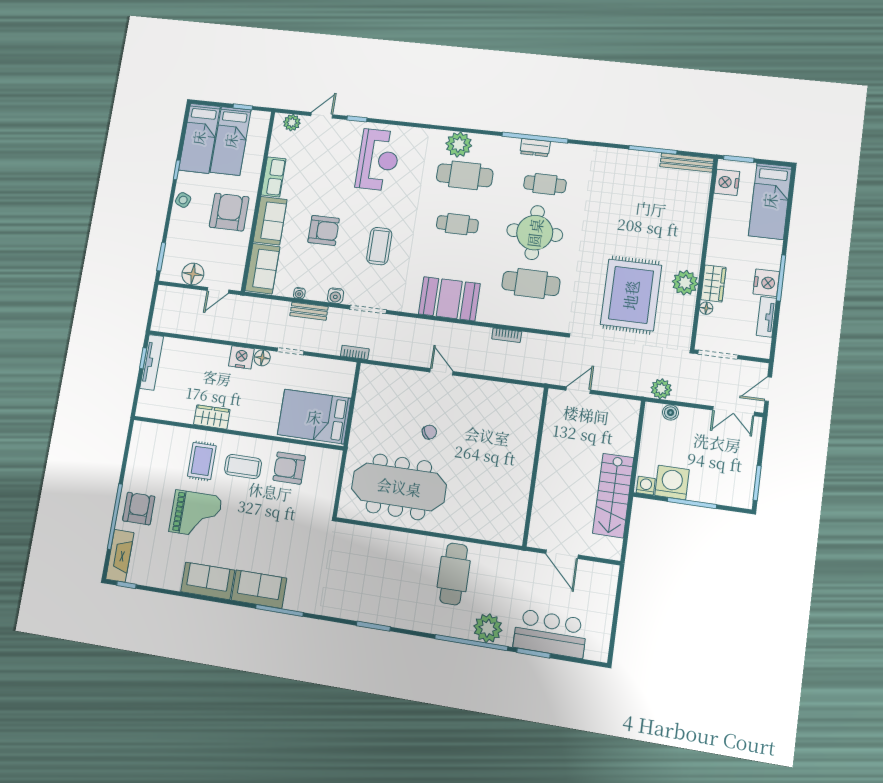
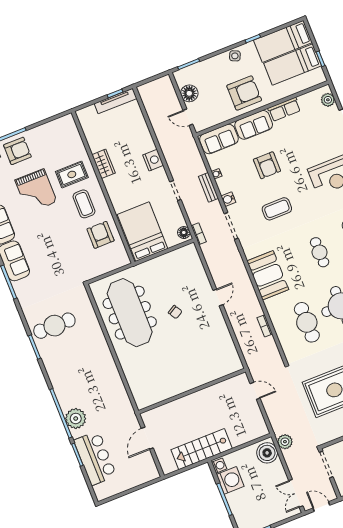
floor lamp: (262, 358) -> (184, 233), moved
boiler: (670, 413) -> (267, 453), width x1.86, depth x1.86
cafe table: (454, 574) -> (54, 326), moved

